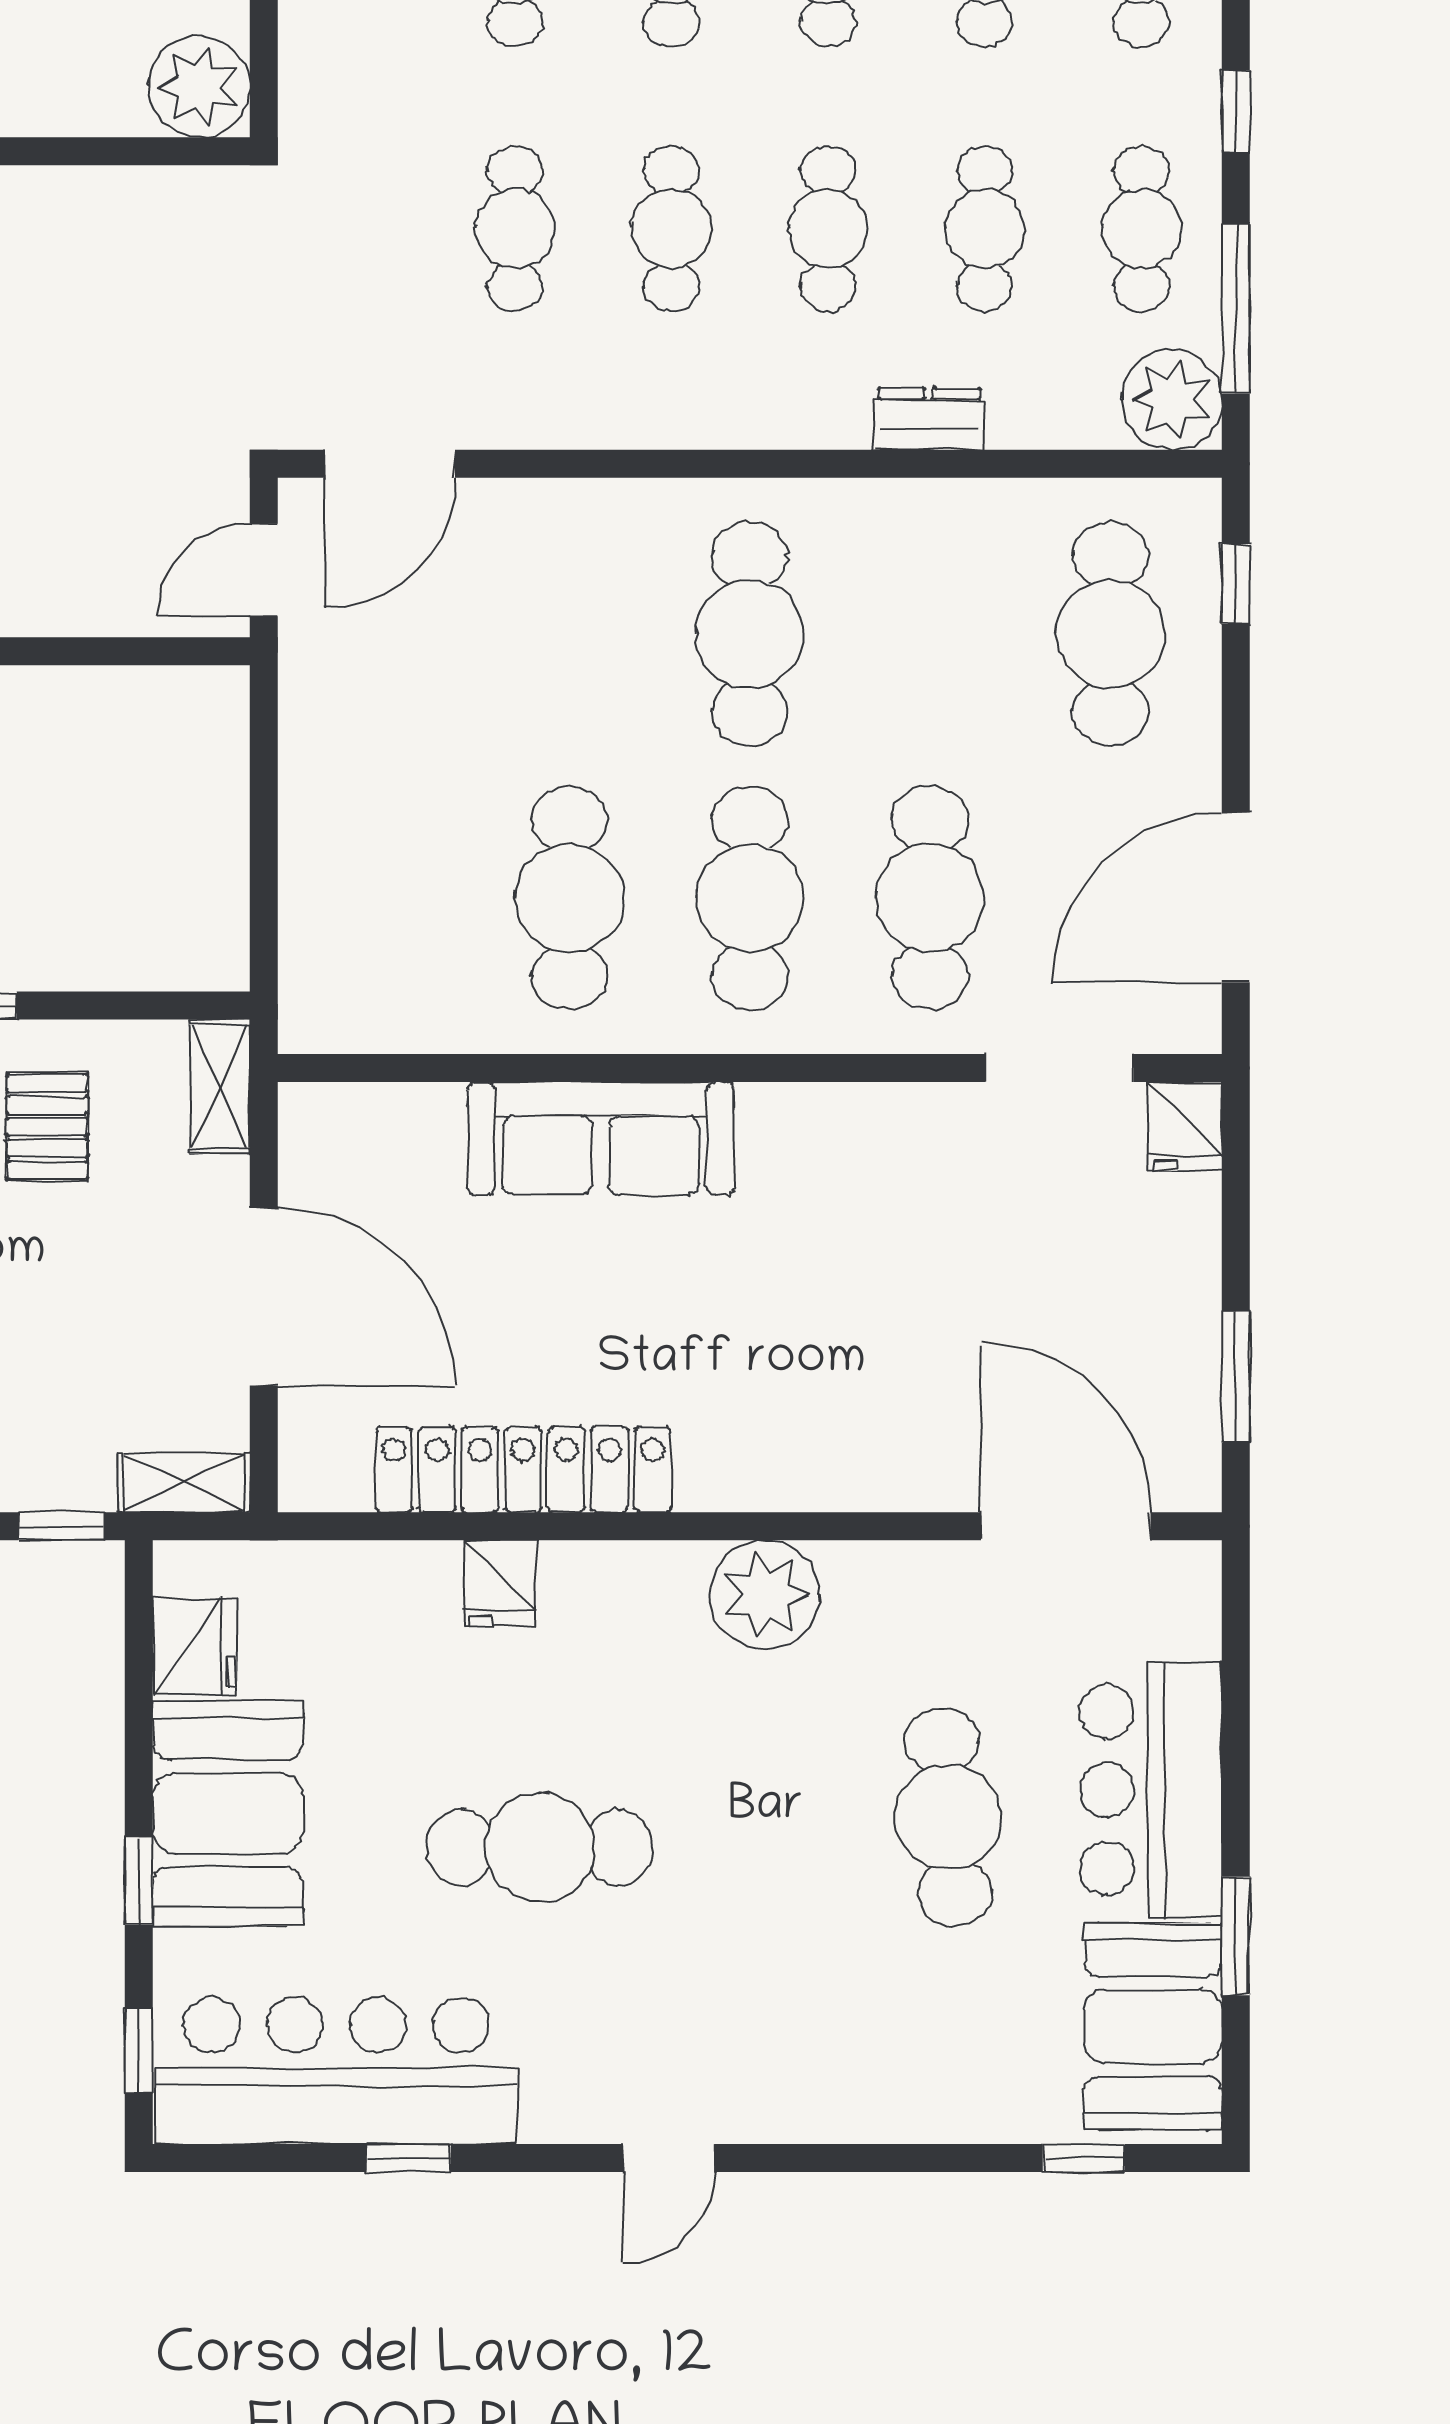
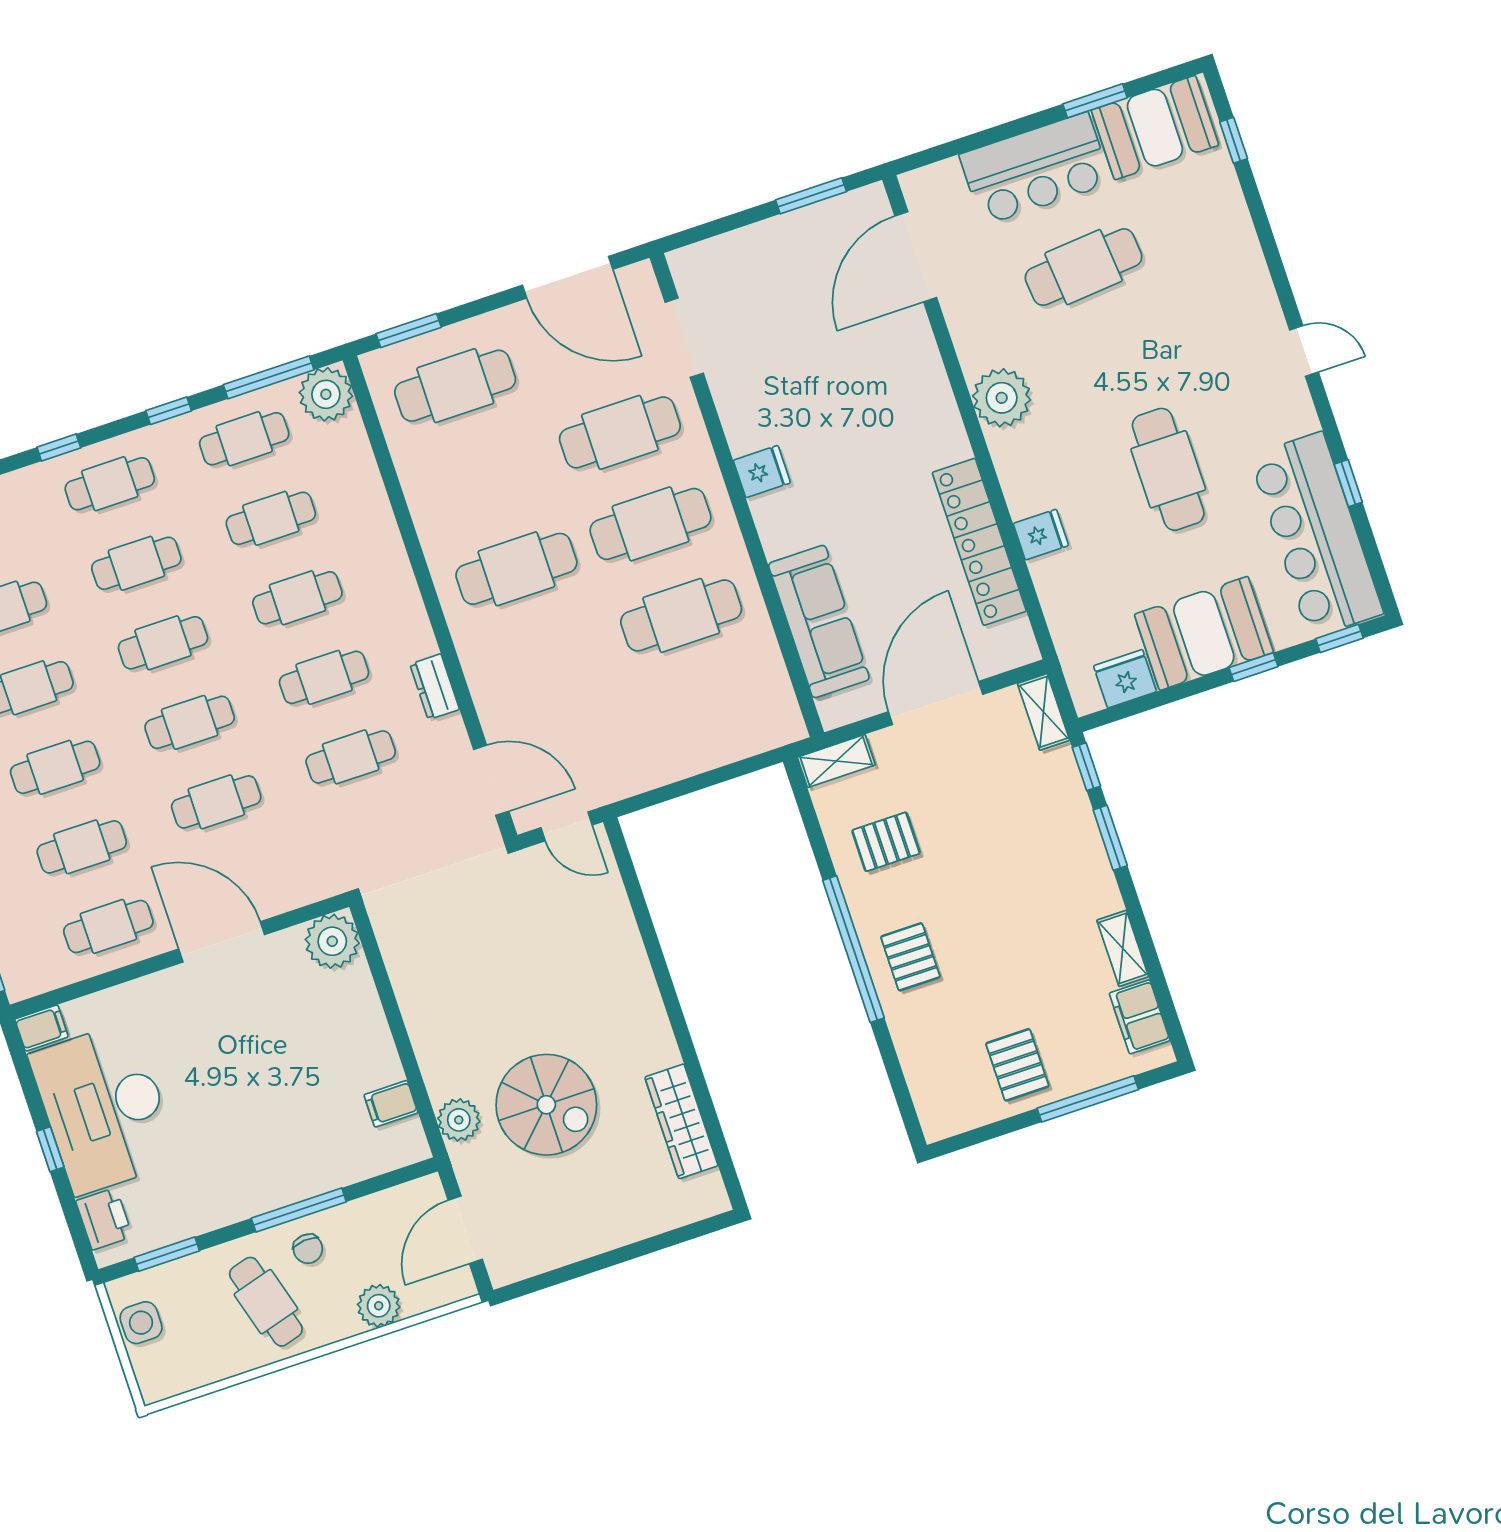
dresser: (929, 419) -> (435, 687), moved
window: (1236, 584) -> (409, 330), width x1.50
fridge: (1185, 1126) -> (762, 472), moved
sofa: (601, 1138) -> (819, 622), moved

